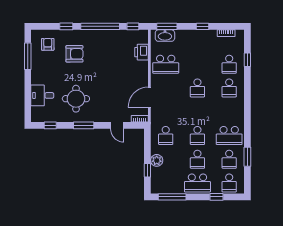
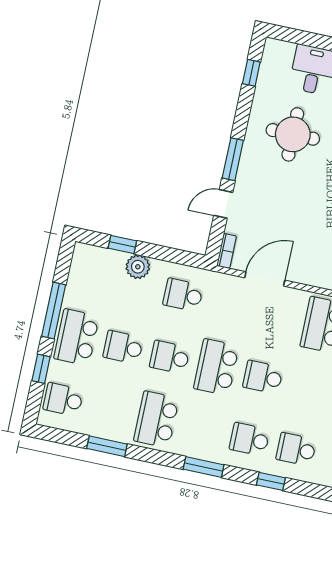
window: (247, 60) -> (271, 481), moved
door: (149, 97) -> (265, 279), hinge flipped
window: (247, 107) -> (204, 467), added
window: (84, 125) -> (233, 159), moved
school desk: (229, 159) -> (216, 367), moved, width x1.85
window: (172, 197) -> (54, 311), moved

